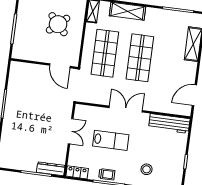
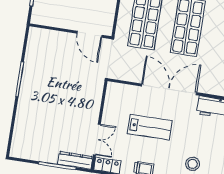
double door: (126, 109) -> (169, 89), width x1.36
double door: (71, 131) -> (97, 140), moved

